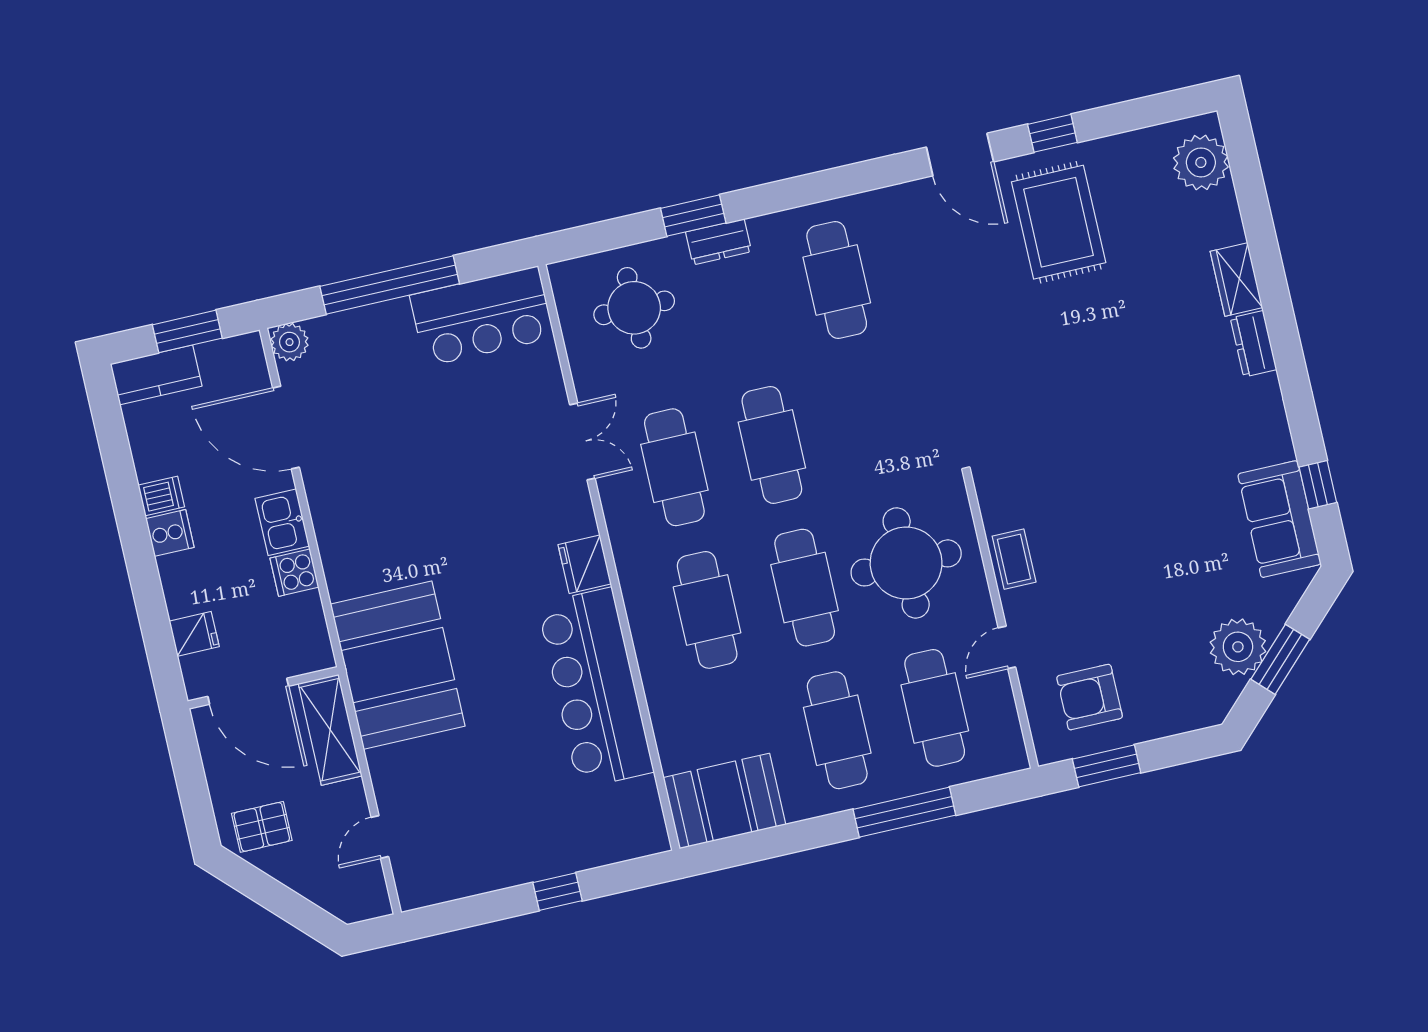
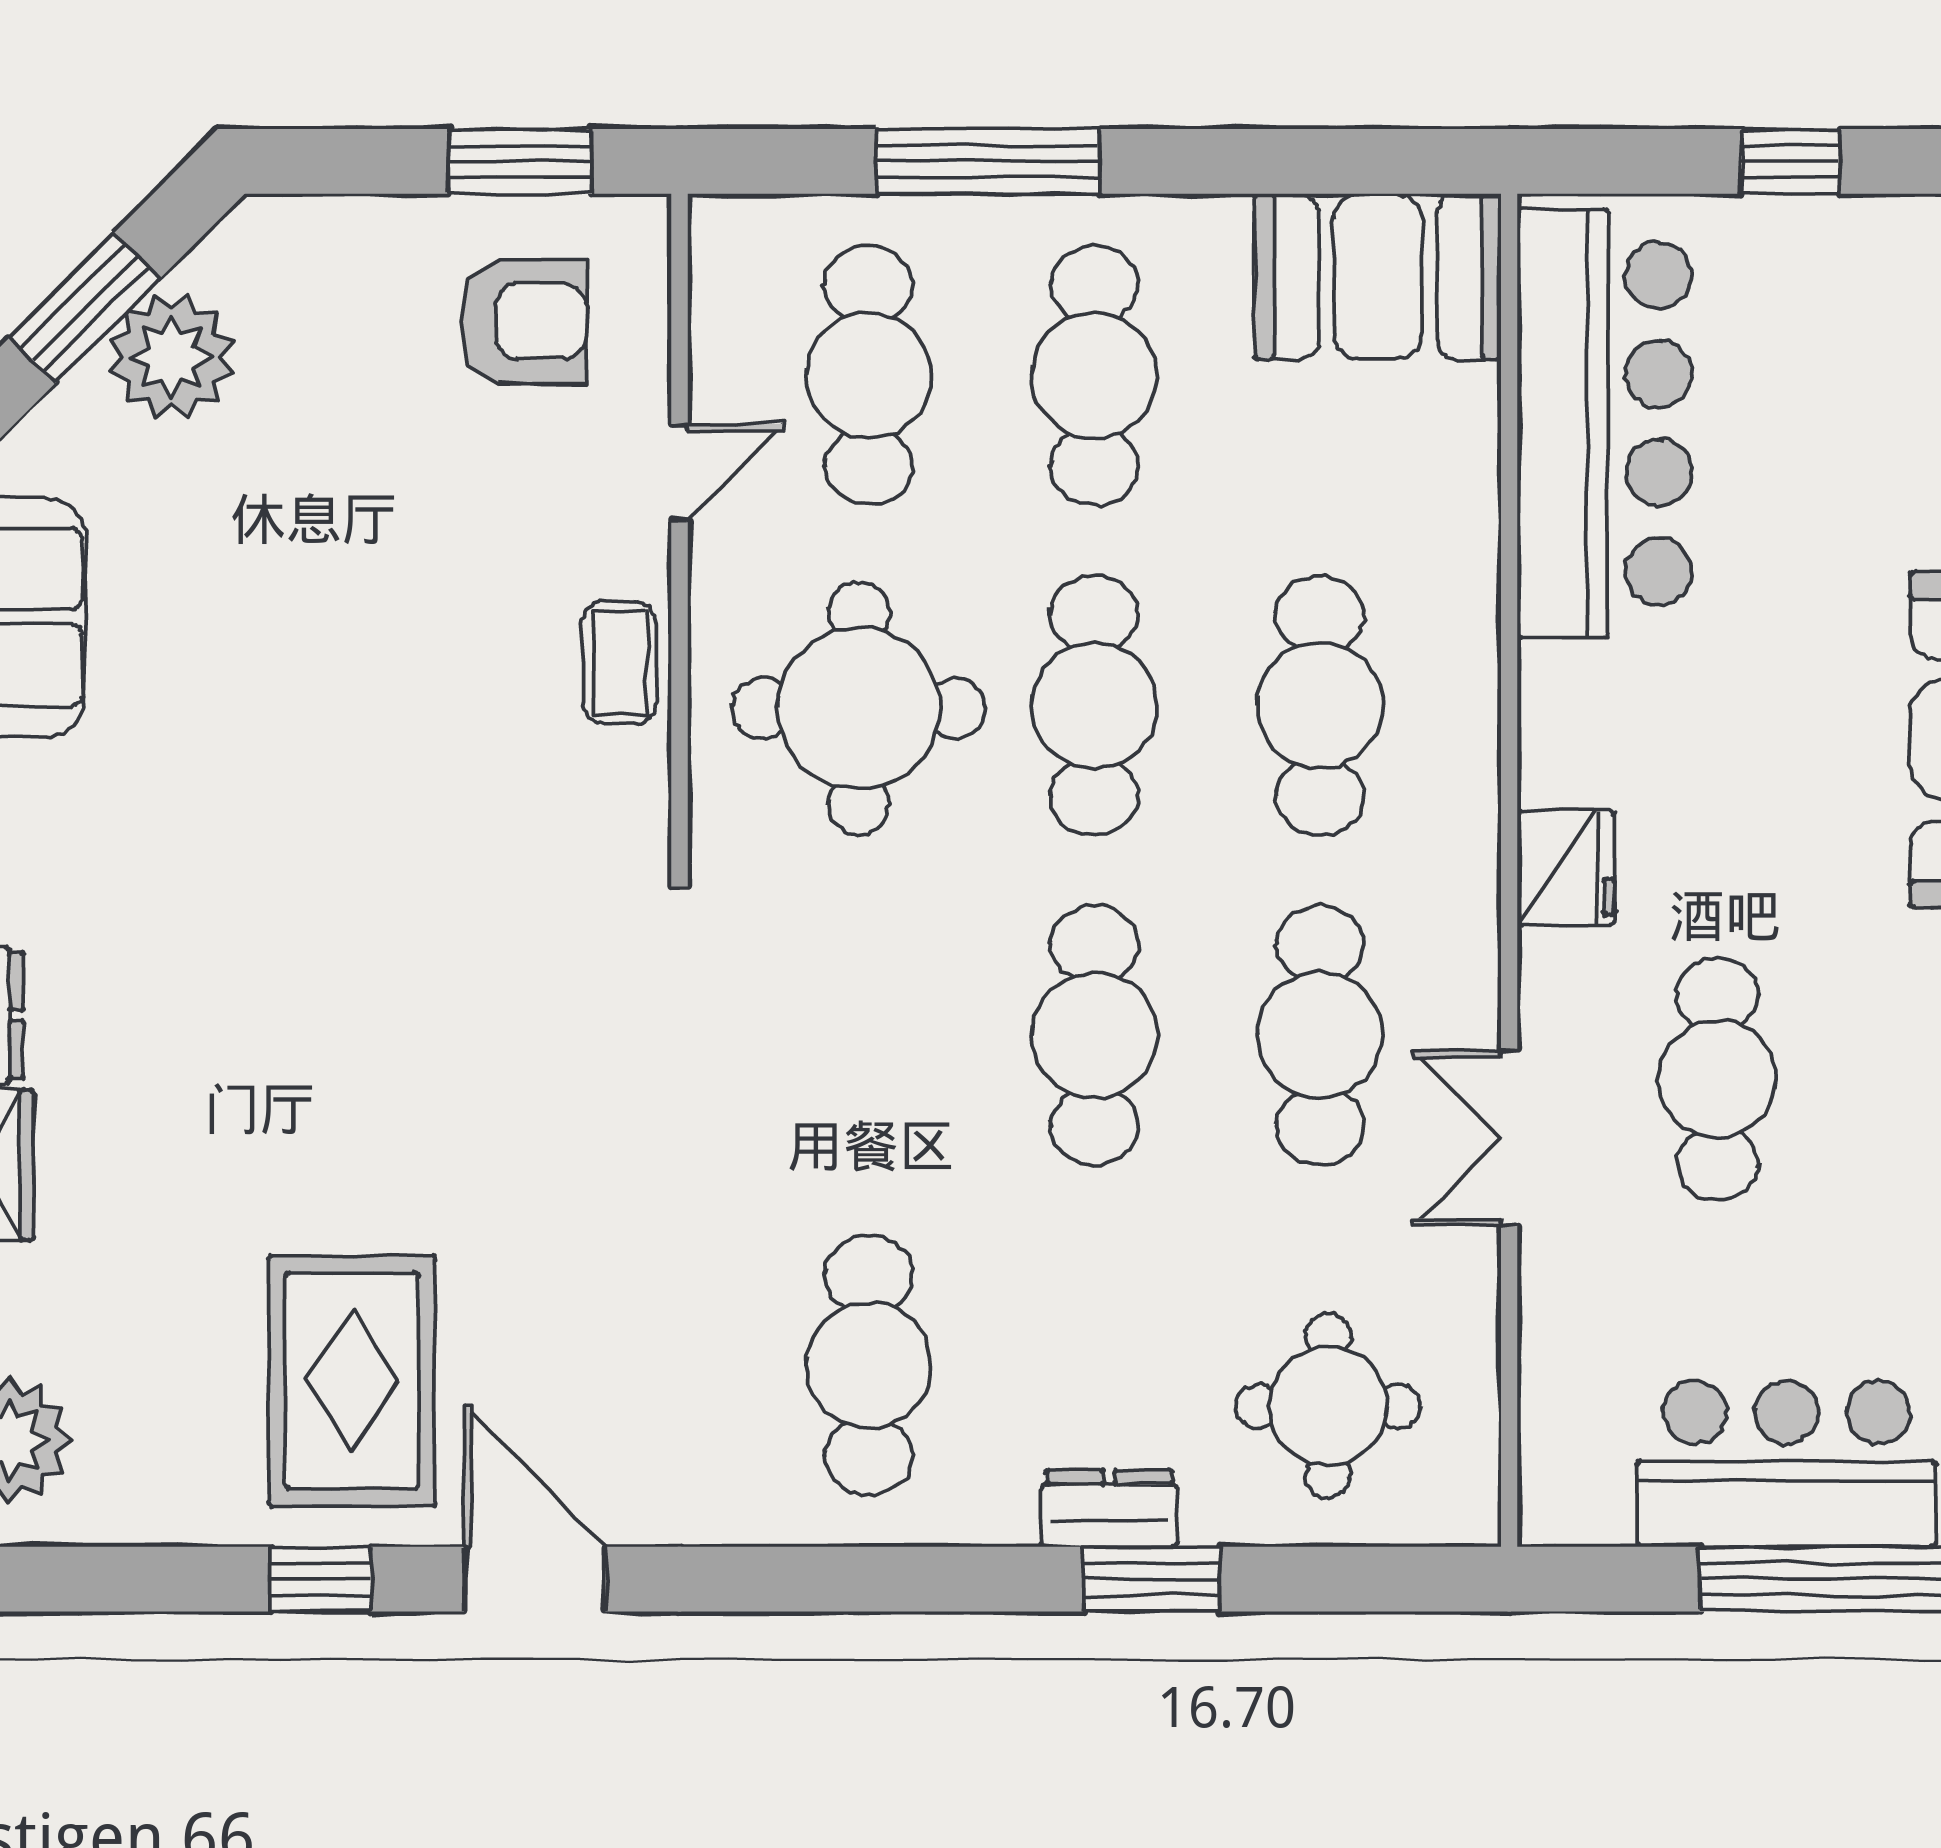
bar counter: (482, 316) -> (1787, 1464), moved
cafe table: (498, 488) -> (1717, 1079), added
bar counter: (595, 688) -> (1605, 423), moved

